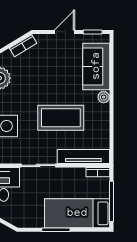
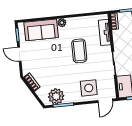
coffee table: (61, 118) -> (79, 51), width x0.73, depth x0.76
tv unit: (83, 157) -> (105, 32), width x0.71

